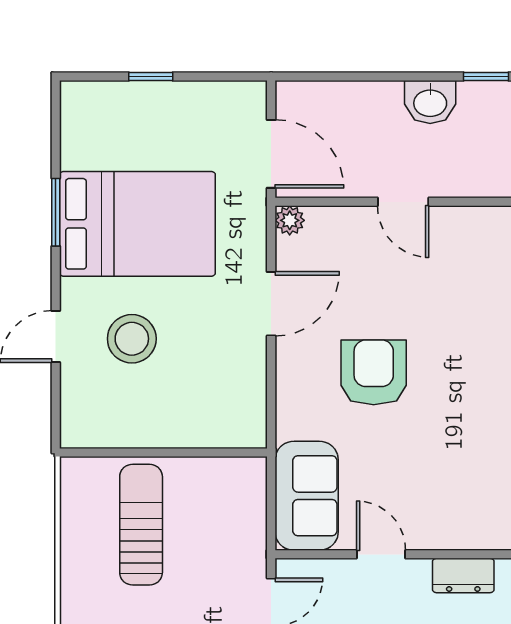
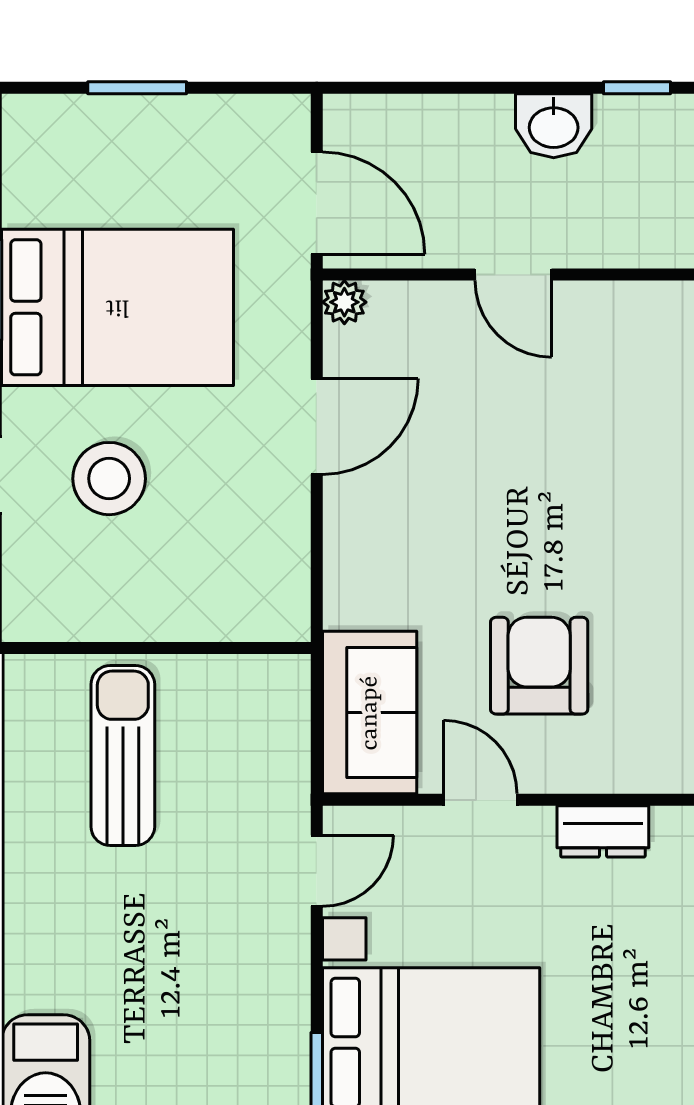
window: (151, 76) -> (137, 88), width x1.50
armchair: (374, 372) -> (539, 666), moved

